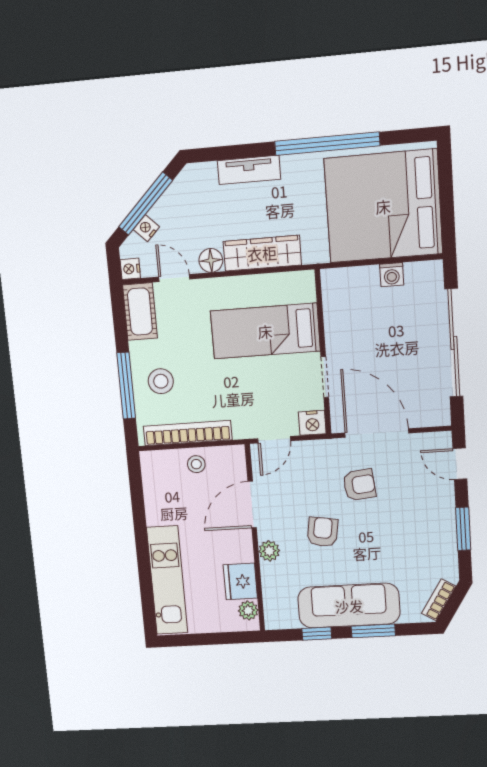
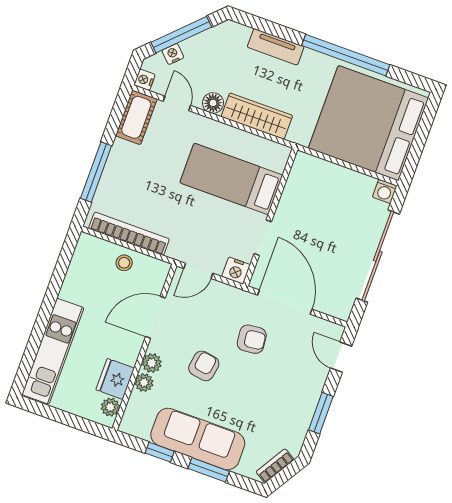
washing machine: (392, 275) -> (385, 191), moved
stool: (161, 381) -> (127, 181), removed
plant: (270, 573) -> (144, 383), added

